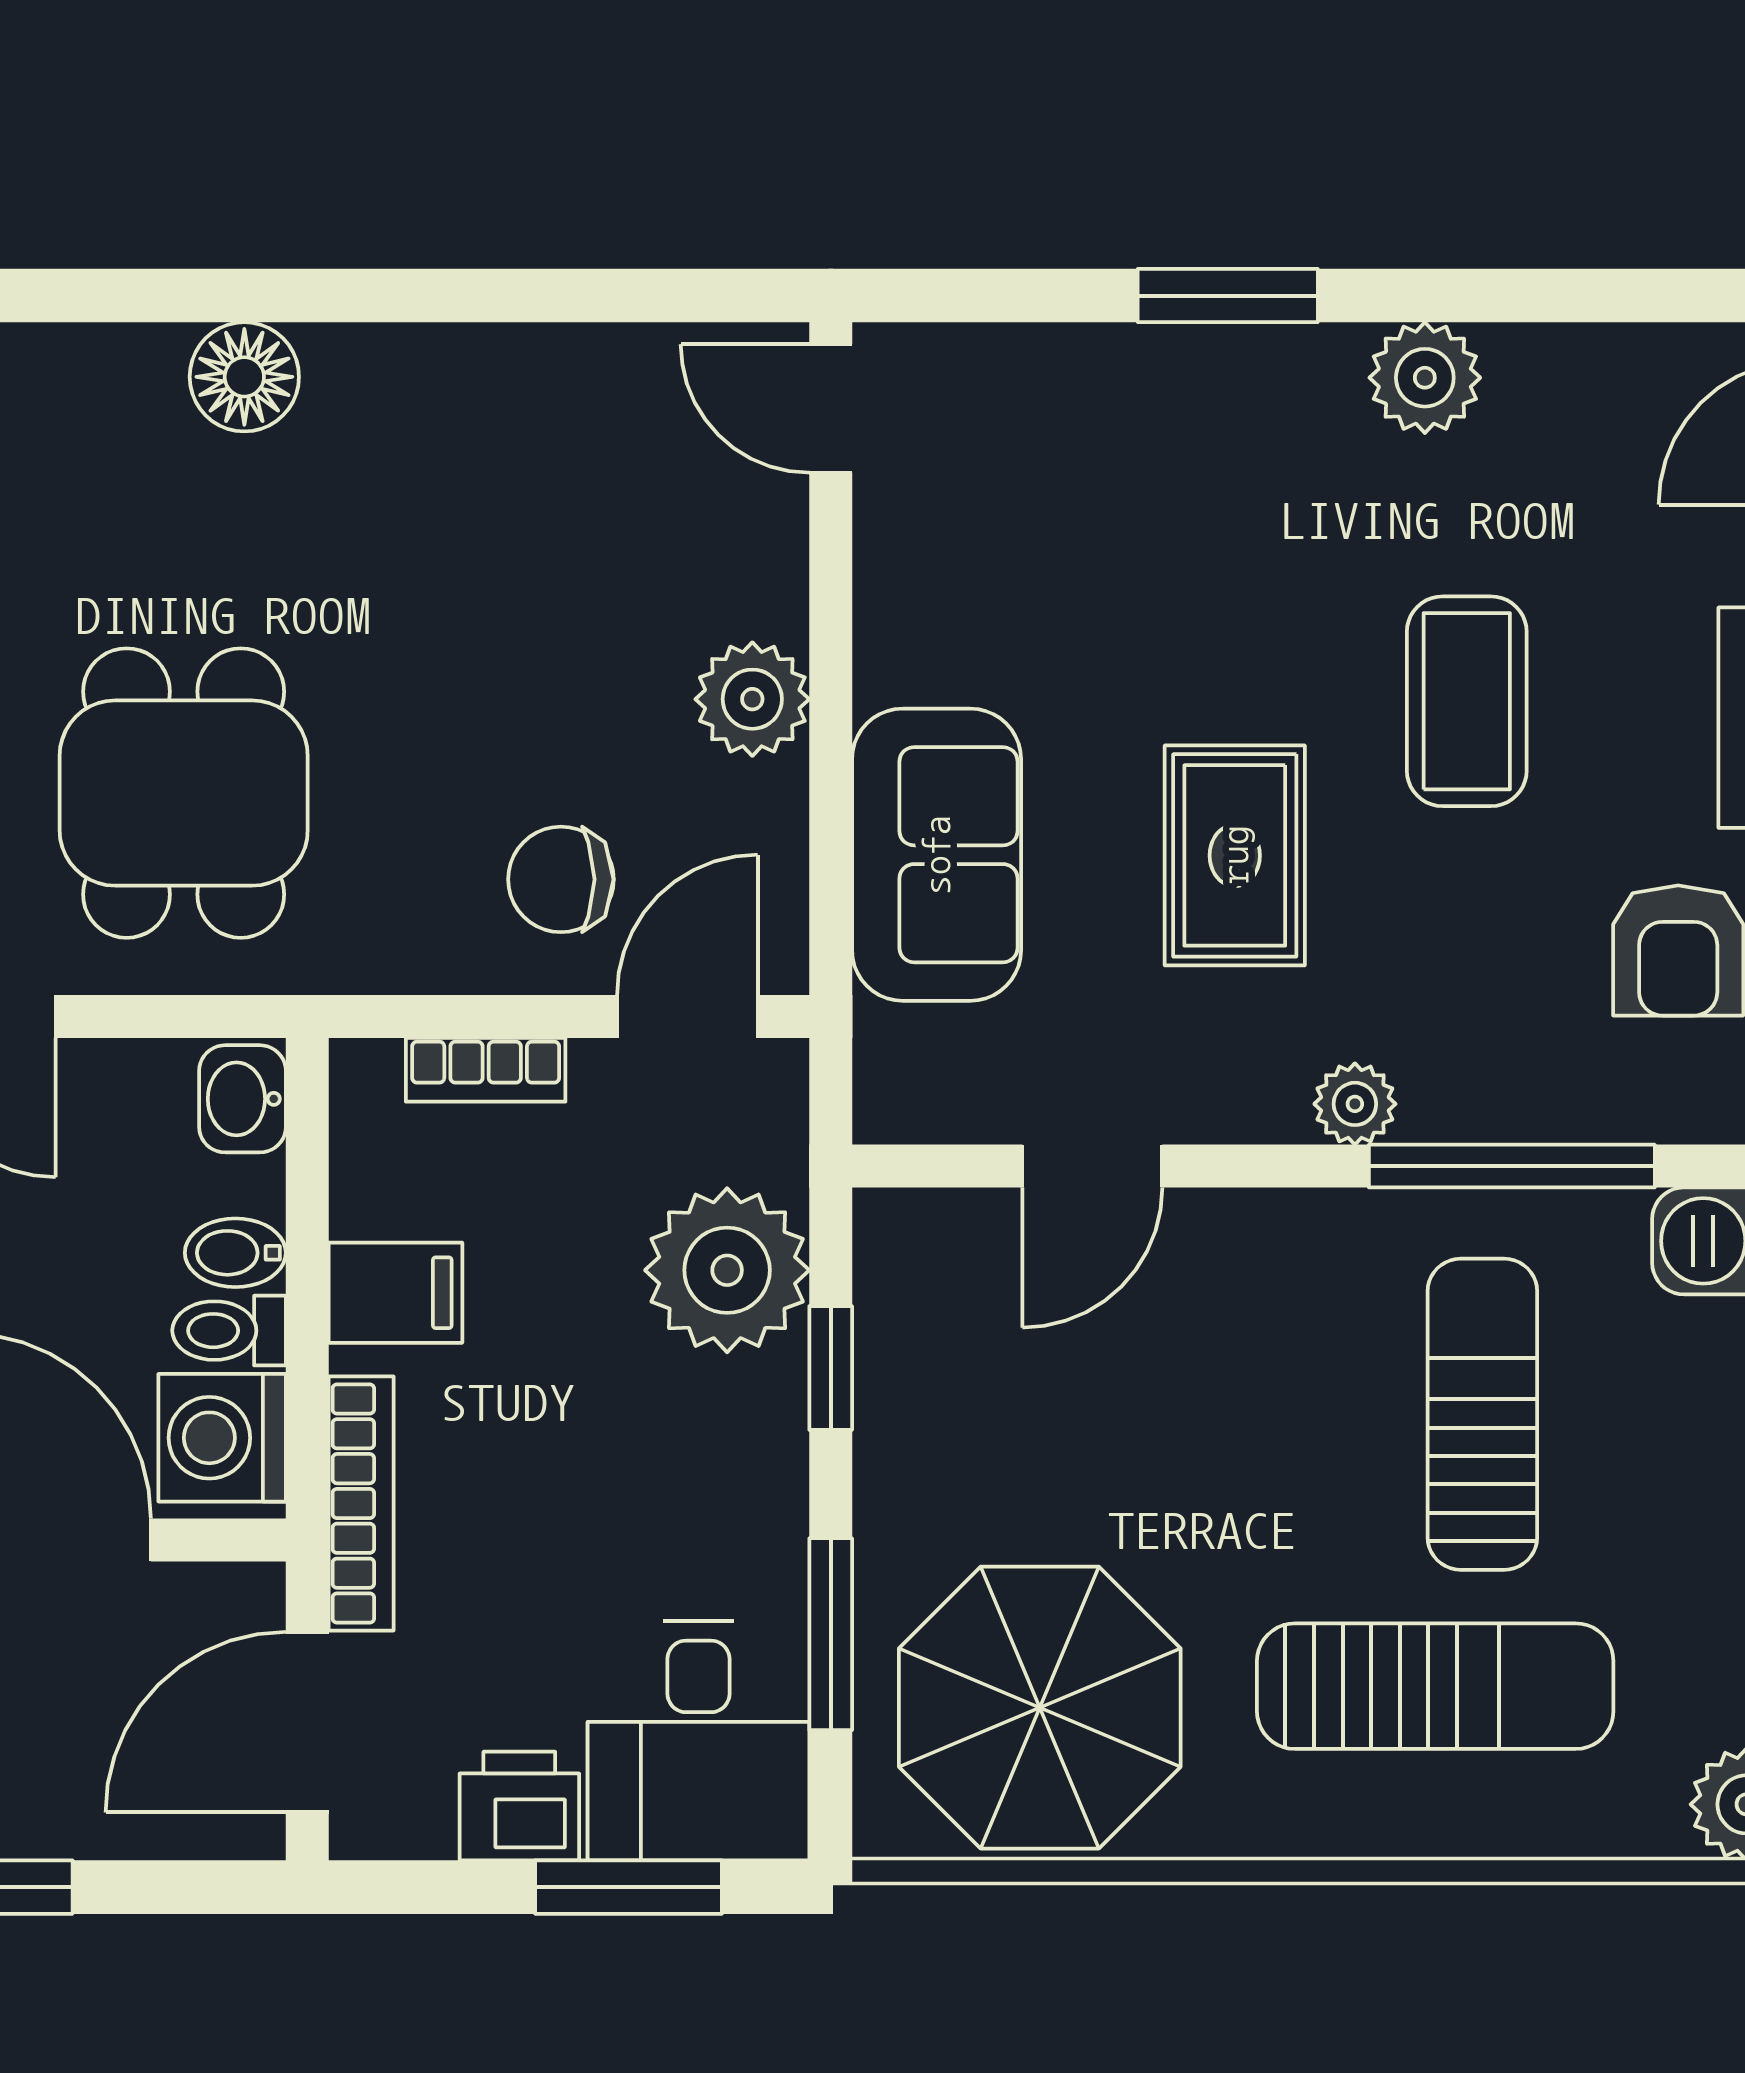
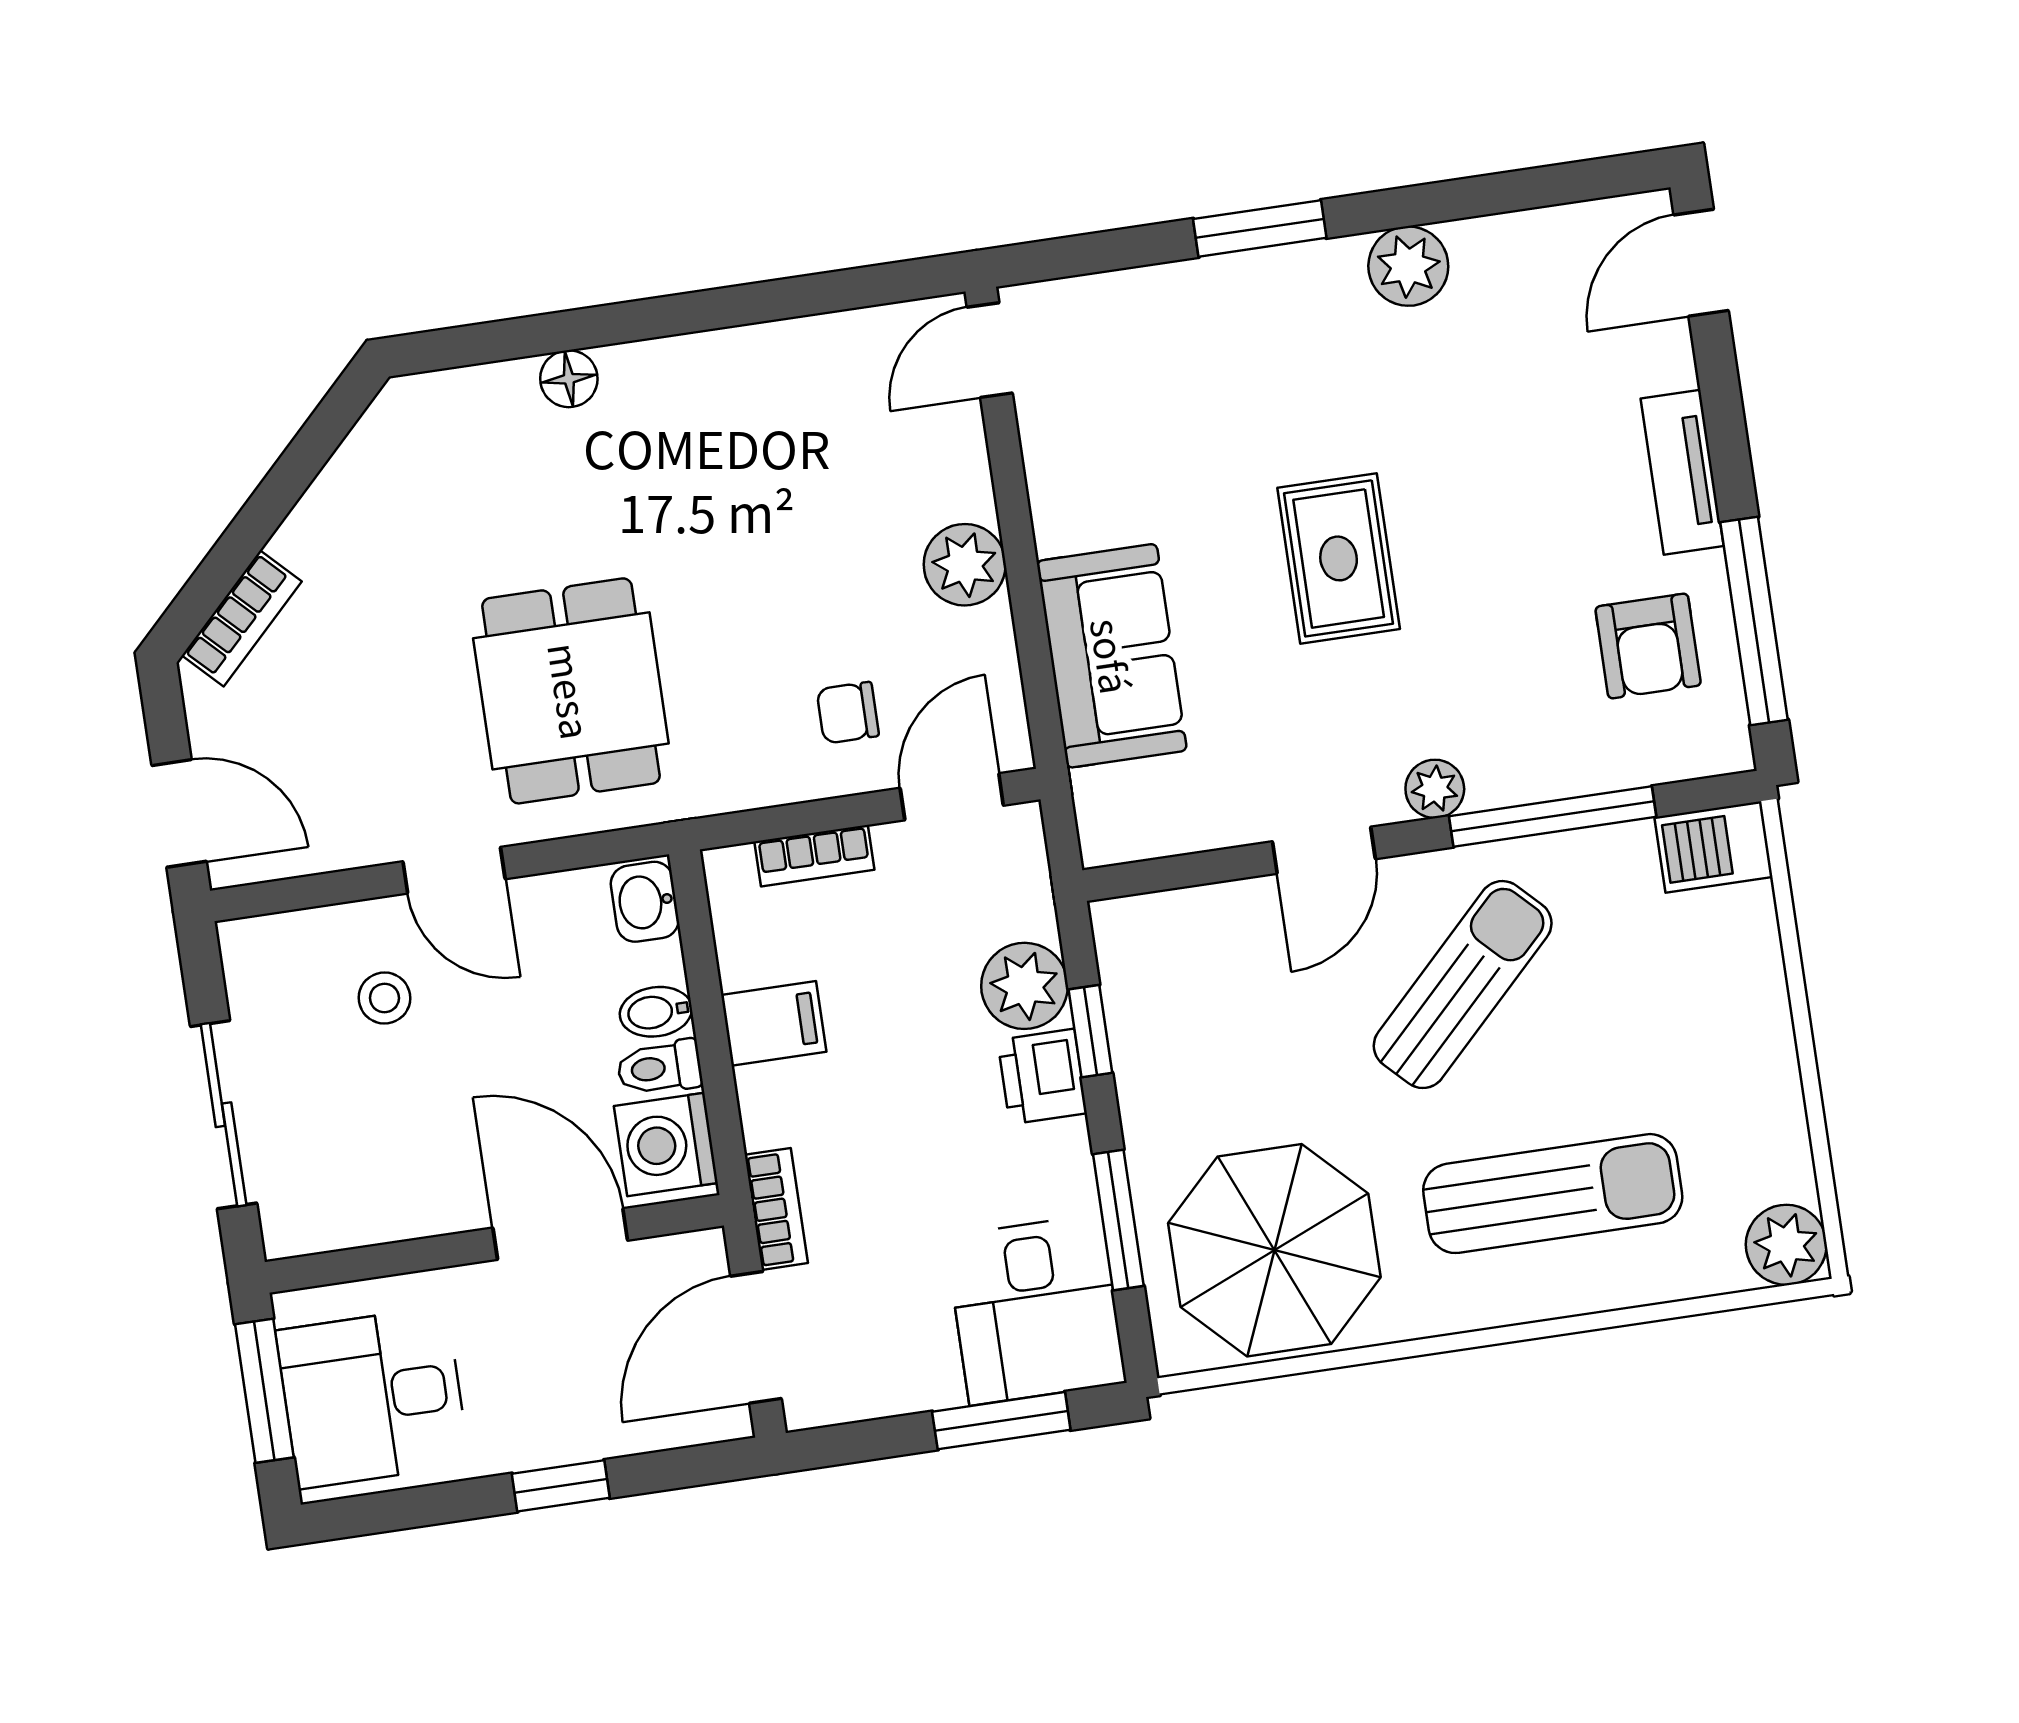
floor lamp: (244, 377) -> (569, 379), width x0.73, depth x0.73
door: (831, 408) -> (990, 350), hinge flipped
coffee table: (1467, 701) -> (1472, 491), removed
rug: (1235, 855) -> (1339, 558), moved
chair: (561, 879) -> (848, 713), width x0.73, depth x0.73
door: (1092, 1166) -> (1324, 850), moved
plant: (727, 1270) -> (1025, 986), width x0.73, depth x0.73
sun lounger: (1482, 1414) -> (1463, 985), moved, turned 45
bookcase: (361, 1503) -> (776, 1209), width x0.64
printer: (519, 1806) -> (1042, 1077), moved, turned -90

